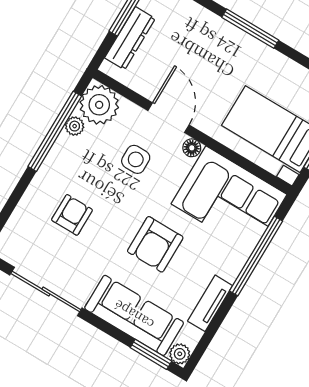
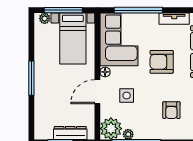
armchair: (72, 215) -> (171, 110), turned -90
armchair: (155, 244) -> (162, 62), turned 180

